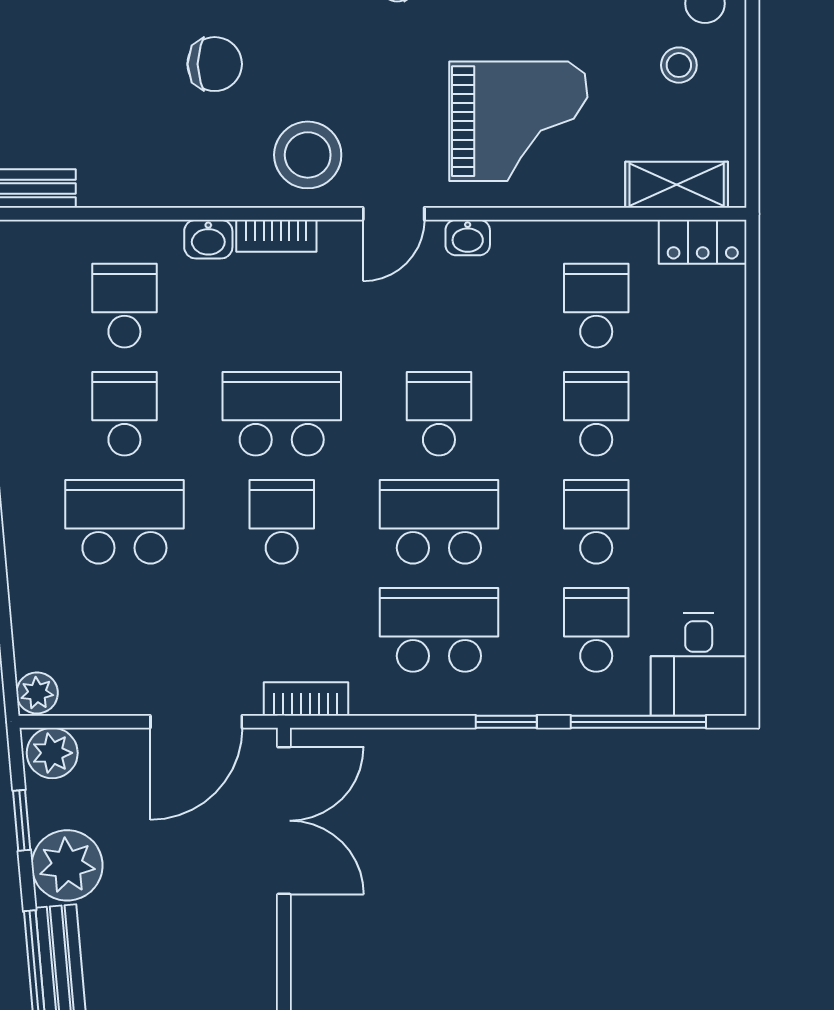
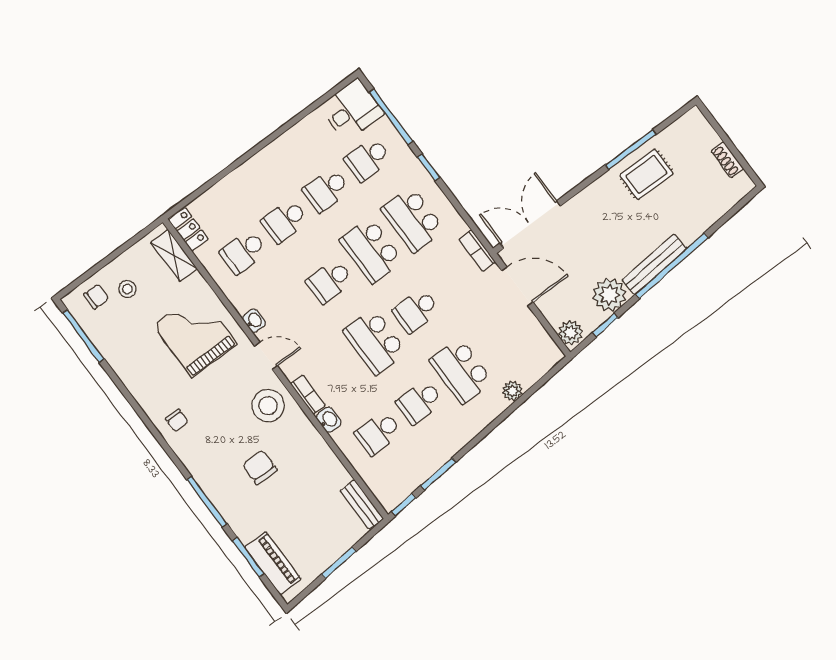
plant: (37, 693) -> (512, 391), moved

